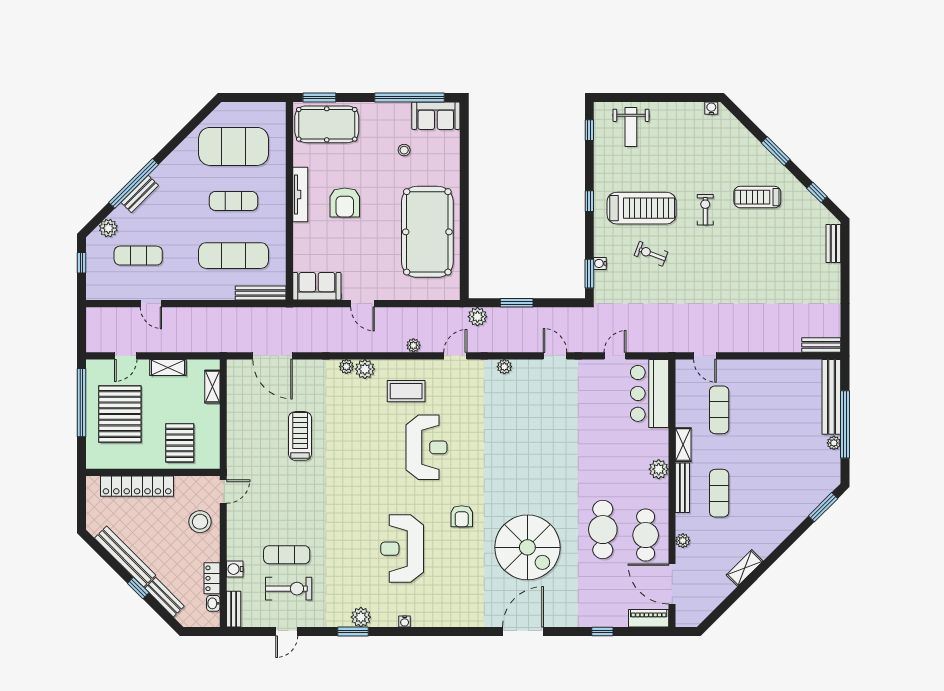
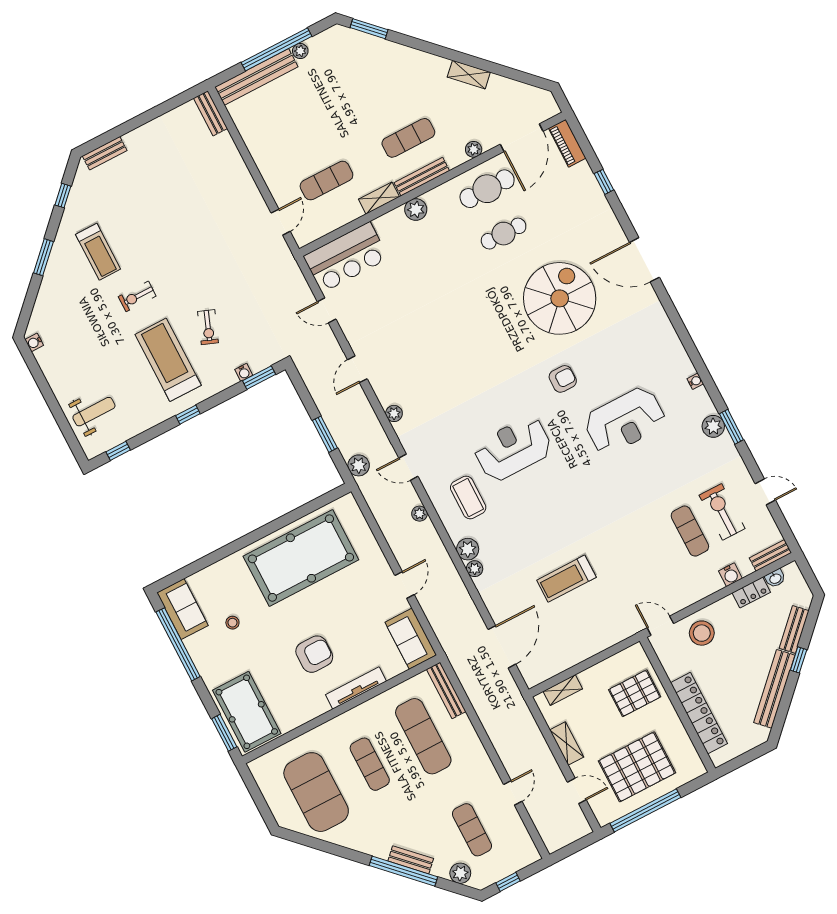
tv unit: (300, 194) -> (356, 688), moved
cafe table: (603, 530) -> (504, 234), width x0.73, depth x0.74

